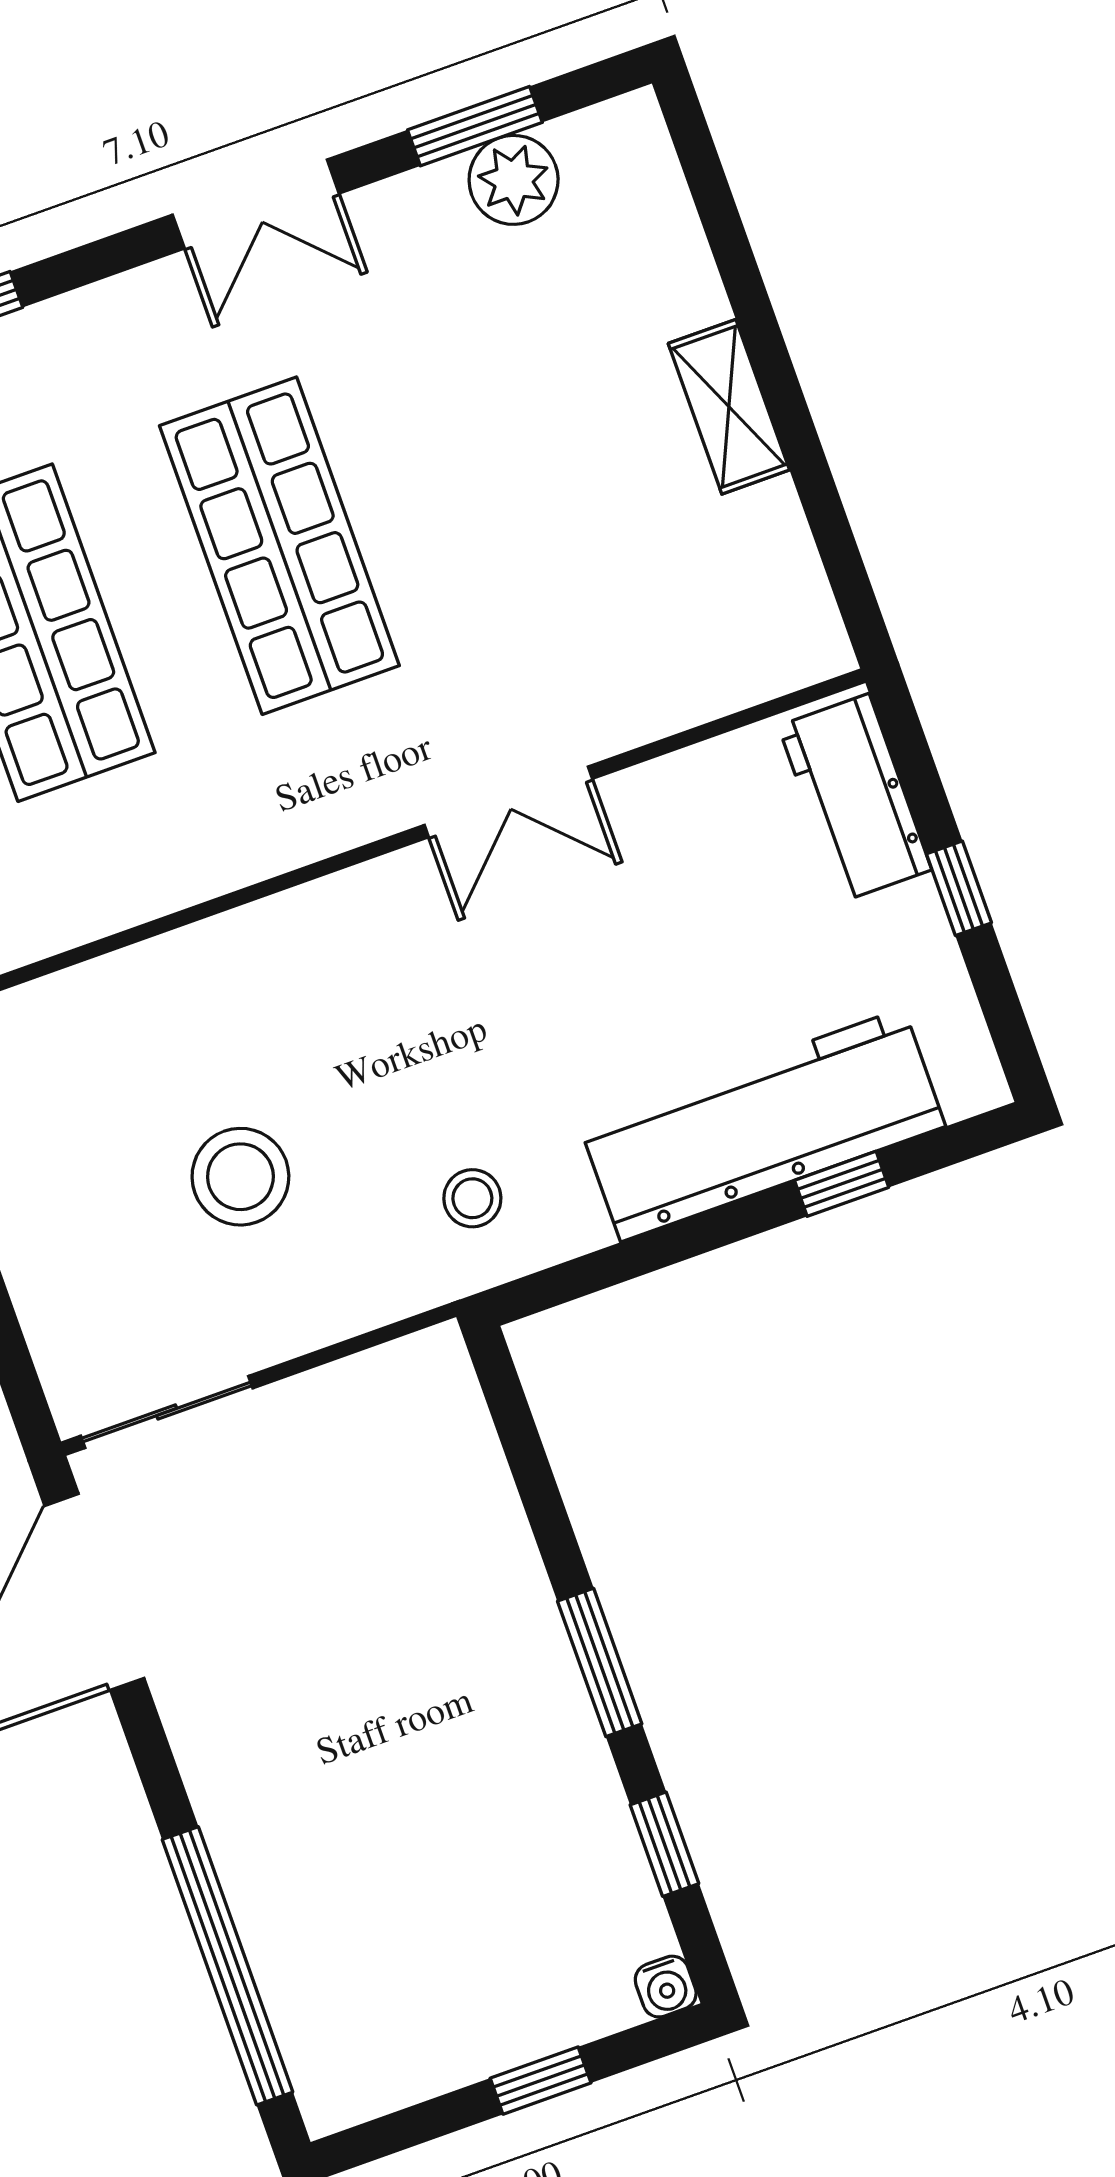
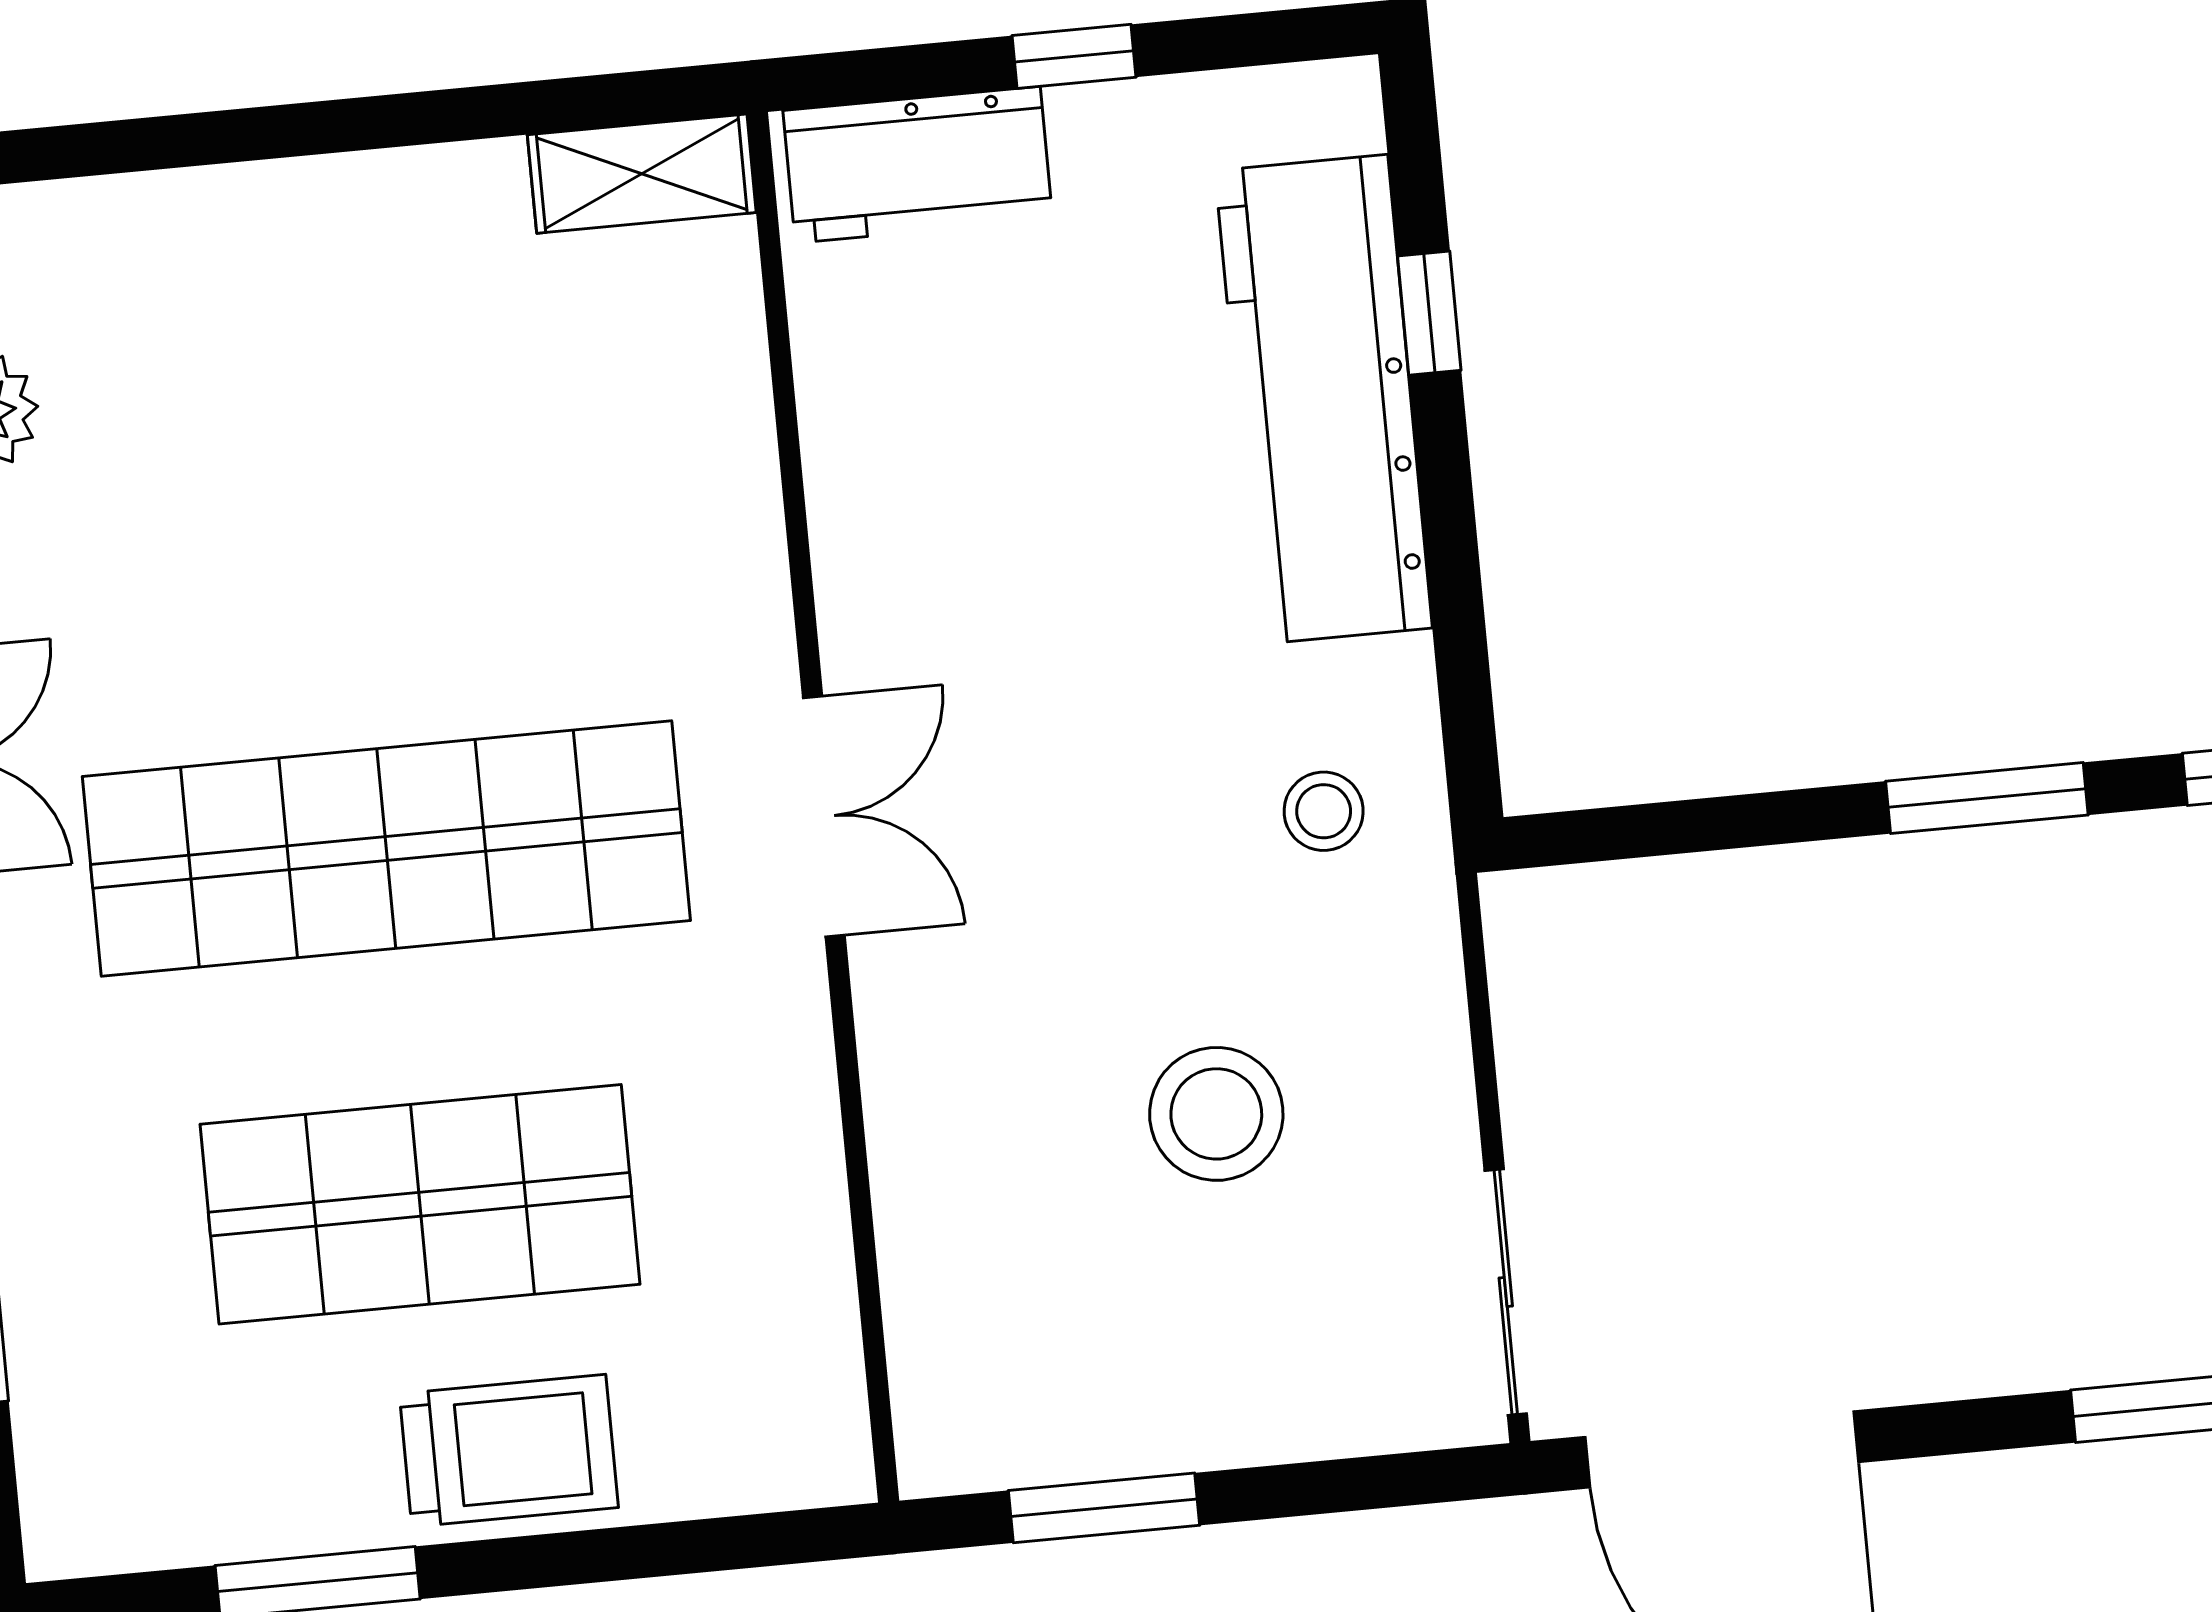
shelving: (729, 407) -> (642, 174), moved
shop shelf: (279, 546) -> (386, 849), width x1.40
double door: (508, 802) -> (824, 816), moved

